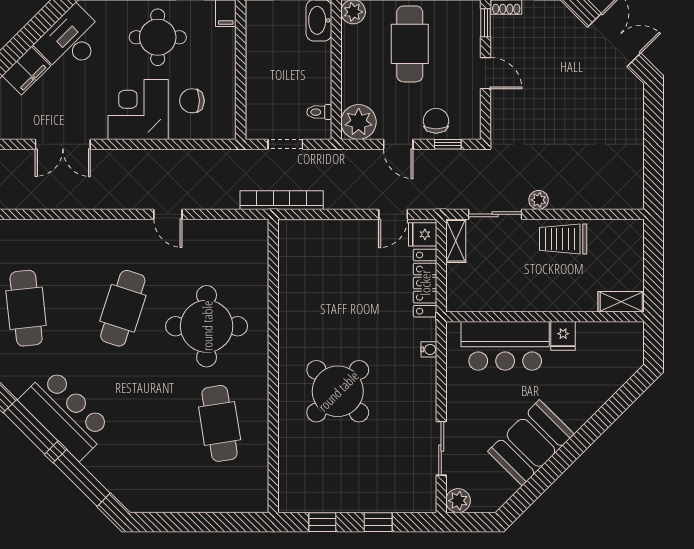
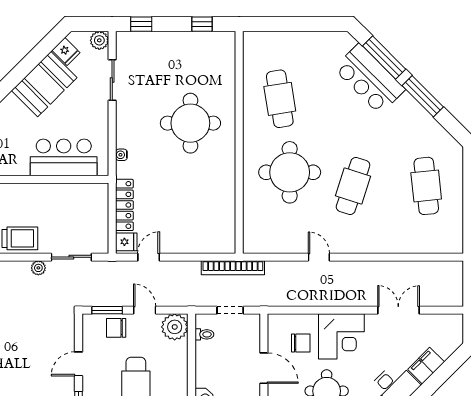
door: (241, 67) -> (264, 368), added
door: (486, 73) -> (79, 364), hinge flipped
chair: (436, 121) -> (116, 328), turned 90
window: (448, 144) -> (107, 310), width x1.50
shelving: (456, 241) -> (101, 237), removed
fridge: (563, 336) -> (66, 51), moved, turned 135
round table: (338, 391) -> (190, 123), turned 45
bar counter: (65, 414) -> (369, 79), moved
window: (378, 522) -> (141, 24), moved

